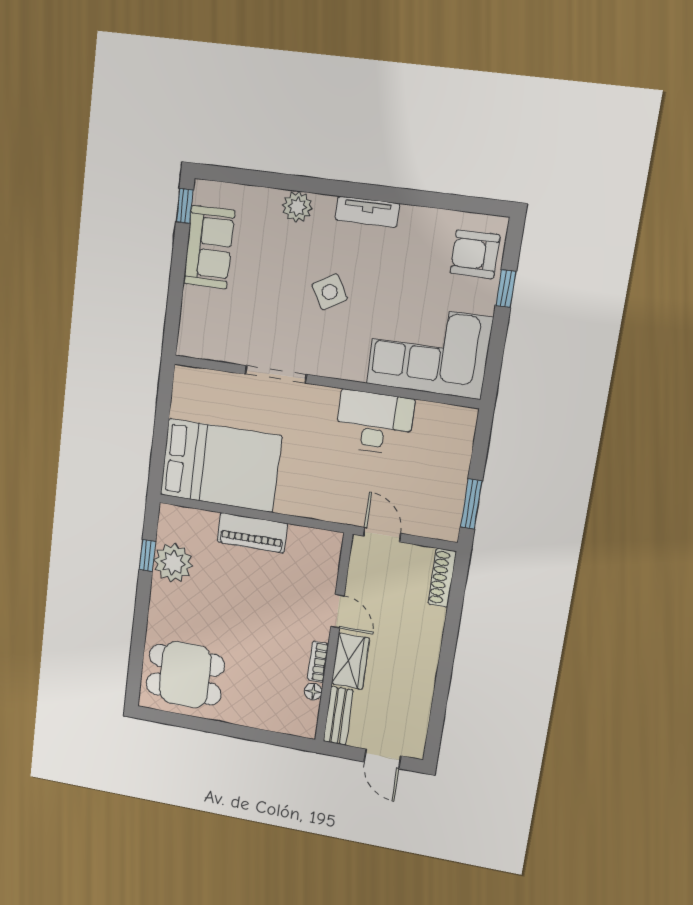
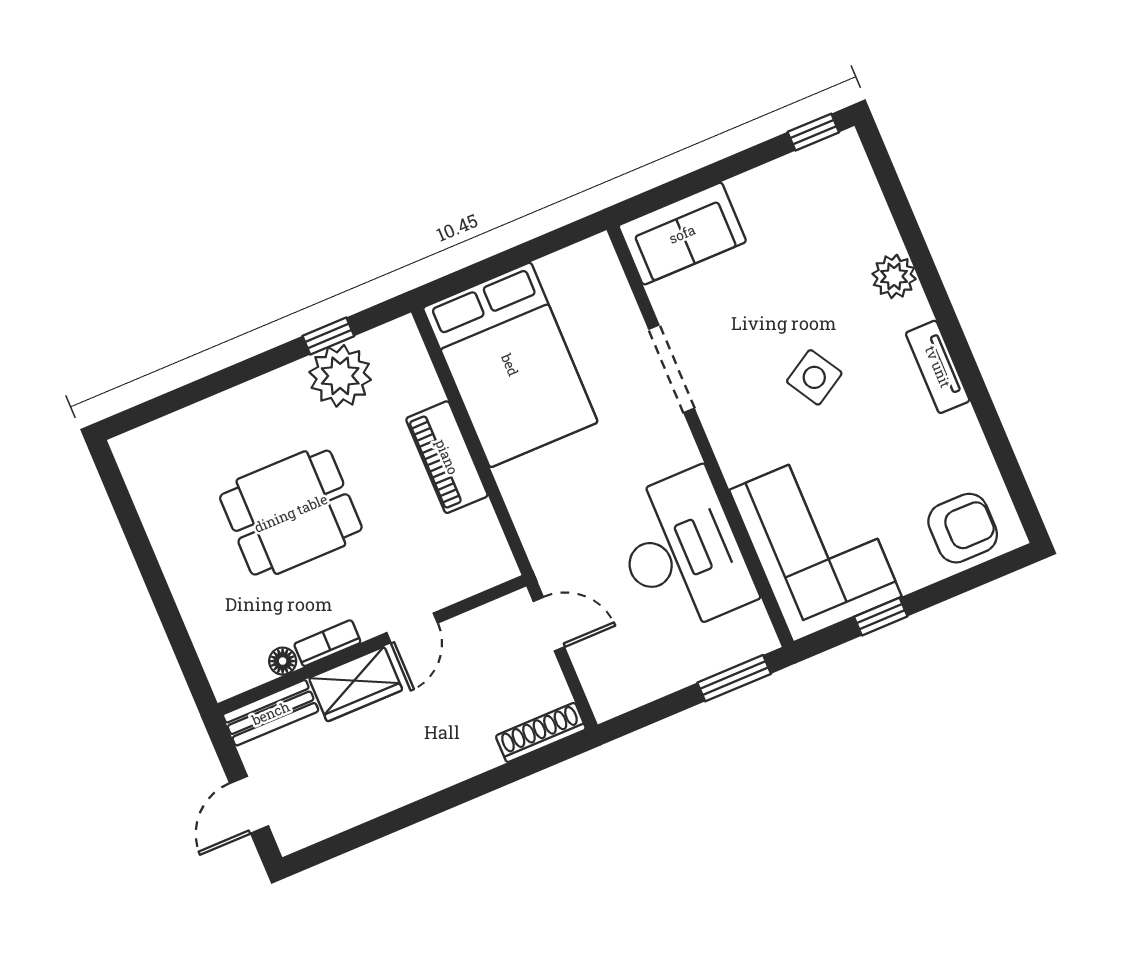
sofa: (209, 247) -> (682, 234), moved
armchair: (475, 254) -> (963, 528), turned 90
window: (506, 289) -> (881, 617), moved
desk: (374, 422) -> (682, 552), width x1.36, depth x1.30
window: (471, 504) -> (734, 678), moved
door: (382, 535) -> (549, 624), hinge flipped
dining table: (185, 675) -> (291, 513), moved, turned 90

